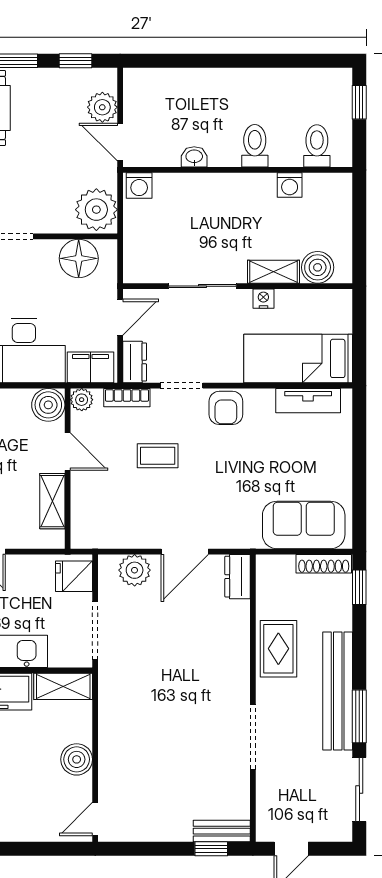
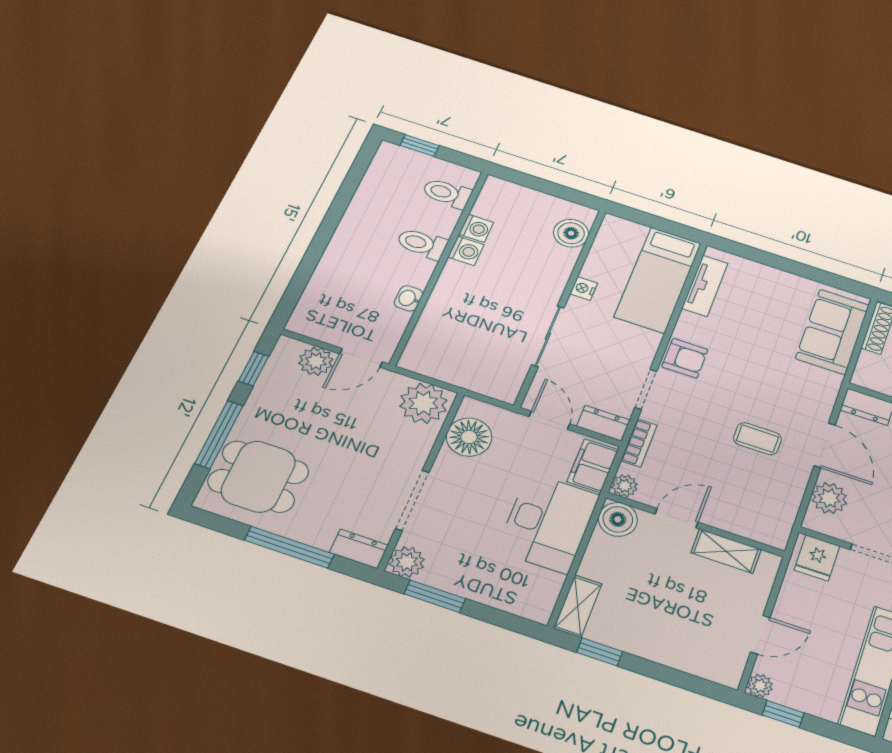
washing machine: (139, 185) -> (466, 251), moved
shelving: (274, 272) -> (559, 271), removed
coffee table: (158, 456) -> (757, 439), moved, turned 90

